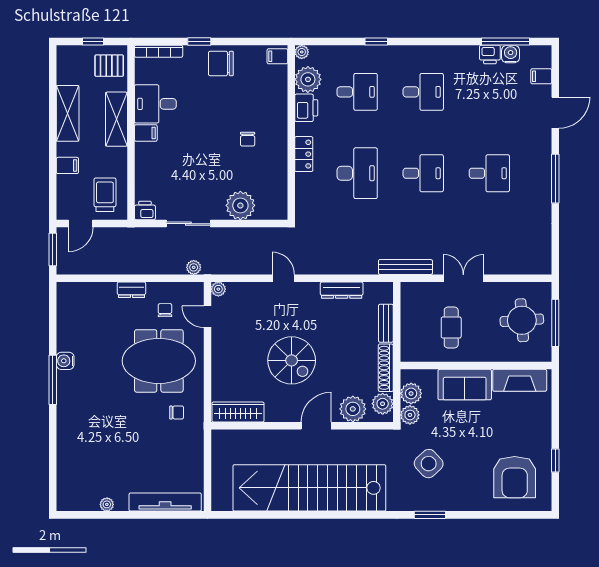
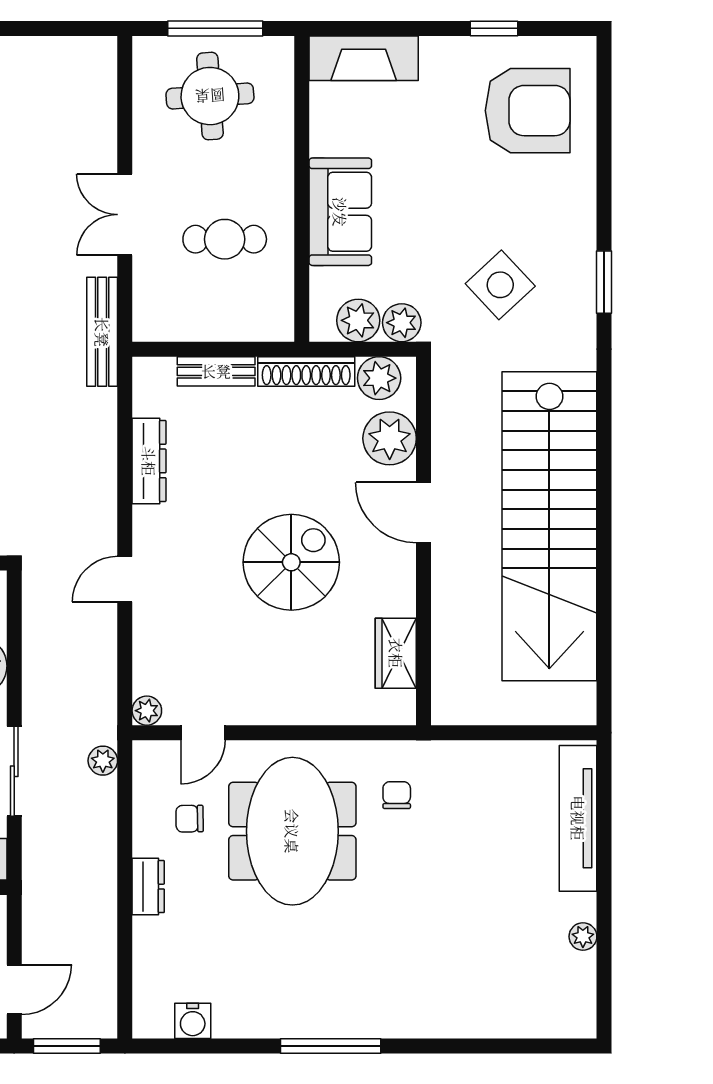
door: (81, 224) -> (14, 989), hinge flipped
water cooler: (65, 361) -> (193, 1021), moved
fireplace: (520, 380) -> (364, 58), moved, turned 90
wardrobe: (238, 412) -> (396, 653), width x0.67

